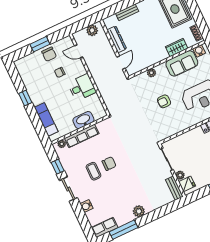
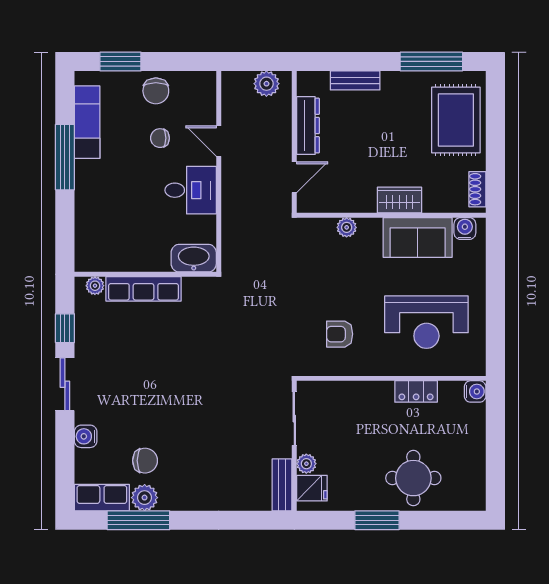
window: (40, 44) -> (120, 61), moved
wardrobe: (177, 47) -> (399, 200), moved
door: (79, 51) -> (219, 141), moved
window: (25, 98) -> (65, 157), width x2.17
armchair: (164, 101) -> (340, 334), moved
exam couch: (46, 119) -> (87, 122), moved
washbasin: (83, 120) -> (194, 258), moved
chair: (109, 164) -> (145, 461), moved
coffee table: (93, 171) -> (134, 372), removed
plant: (139, 211) -> (145, 498), moved

